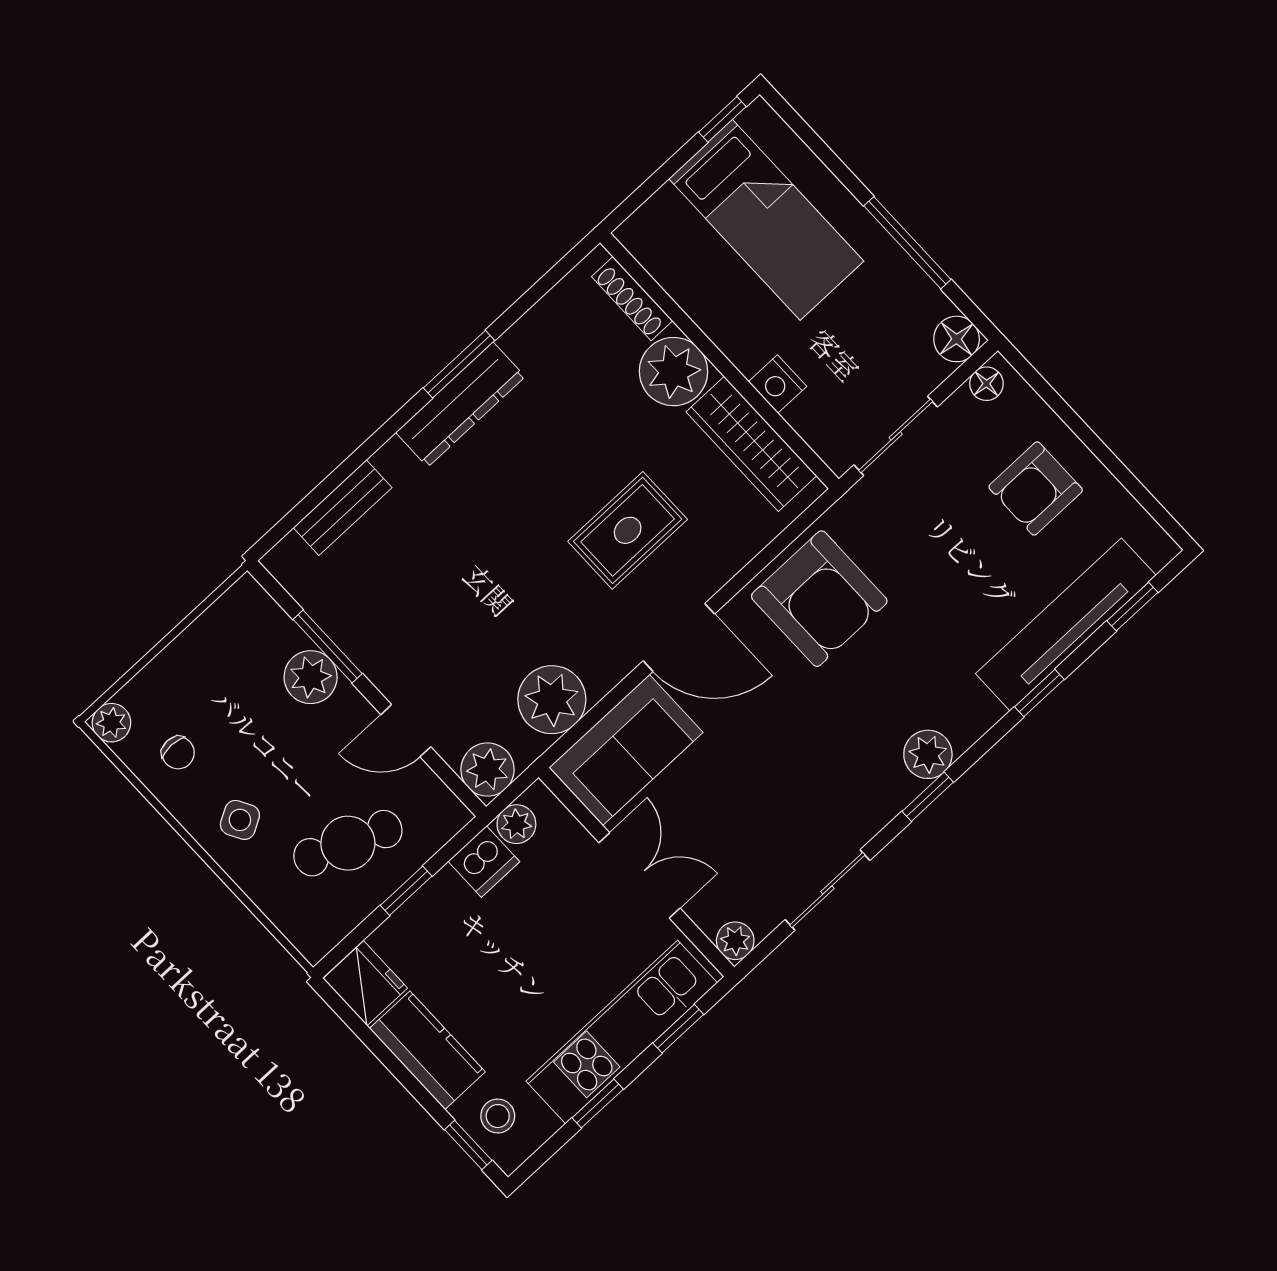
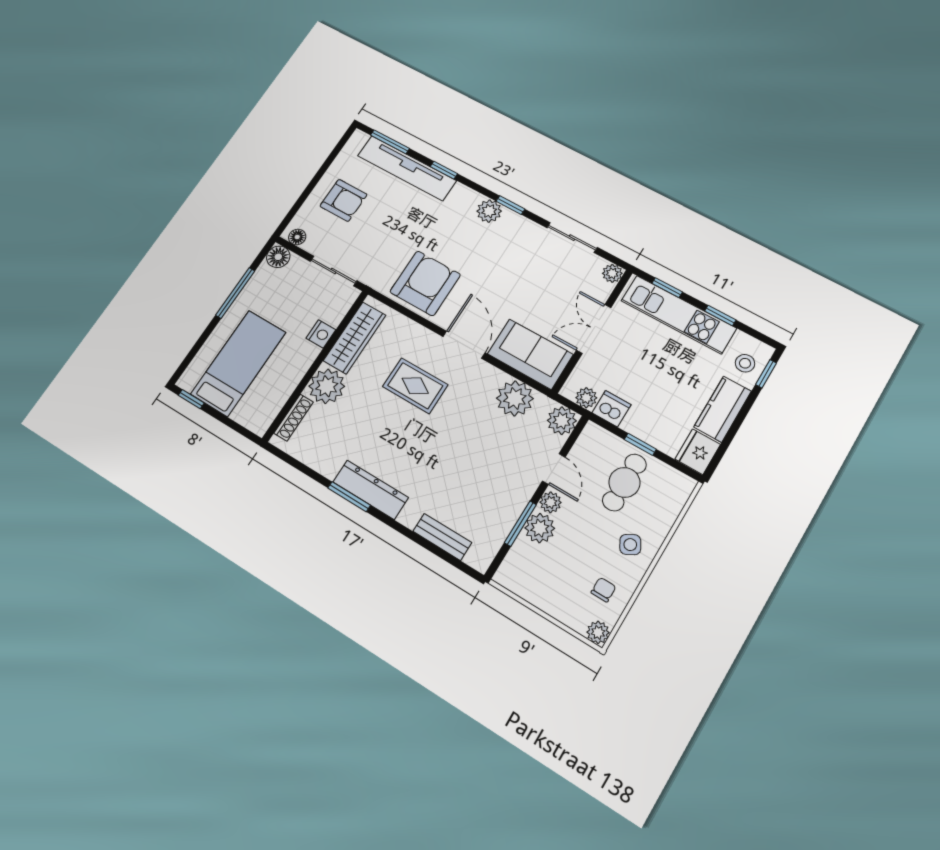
window: (1132, 607) -> (390, 142), width x1.50
plant: (349, 708) -> (551, 502), added
cafe table: (348, 843) -> (624, 482), turned 68

